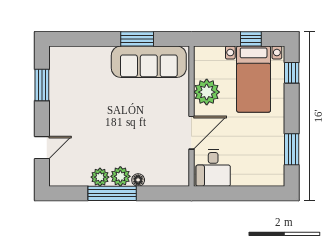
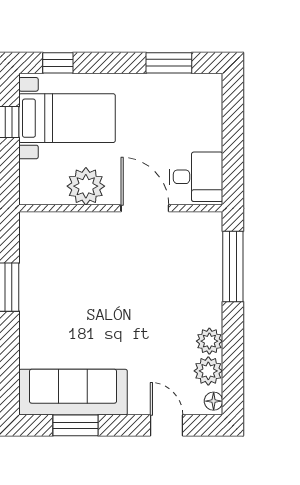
sofa: (149, 62) -> (73, 392), moved, turned -90
plant: (120, 176) -> (208, 371), moved
floor lamp: (138, 180) -> (214, 401), moved
window: (112, 193) -> (233, 266), moved

